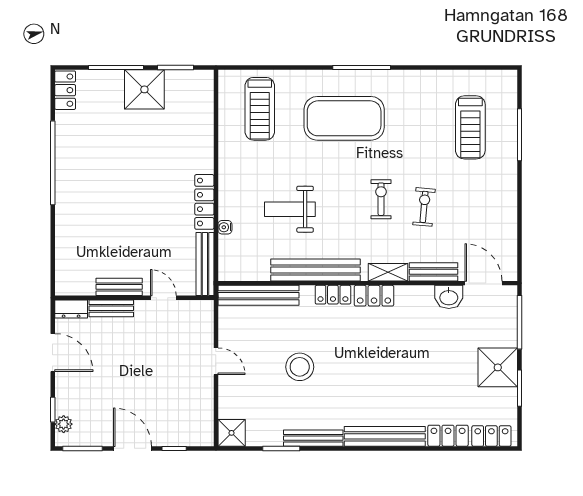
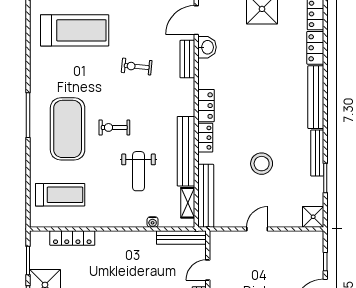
treadmill: (470, 127) -> (75, 30), width x1.37, depth x1.38
exercise bike: (381, 199) -> (114, 127), moved
locker: (204, 202) -> (72, 238), moved
shelving: (388, 272) -> (188, 203), moved

